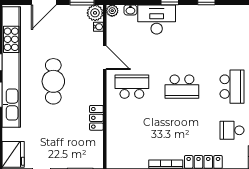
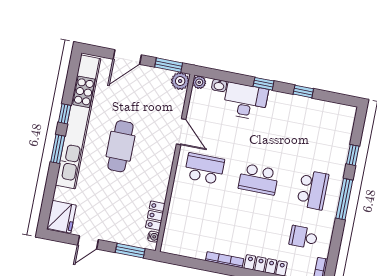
water cooler: (98, 27) -> (153, 237), moved
locker: (96, 118) -> (155, 216), moved

